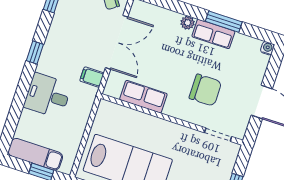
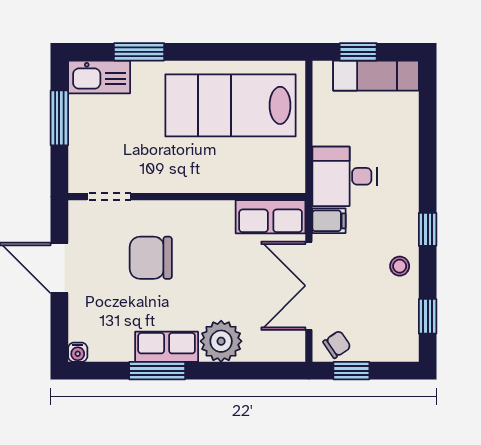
plant: (188, 23) -> (221, 341), width x1.87, depth x1.87
stool: (59, 36) -> (400, 266), added
desk: (48, 96) -> (344, 176), moved, turned 180
row of seats: (143, 97) -> (271, 217), moved

